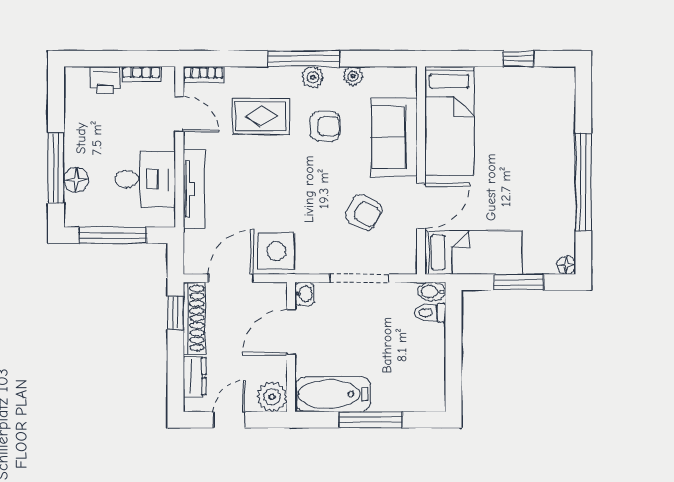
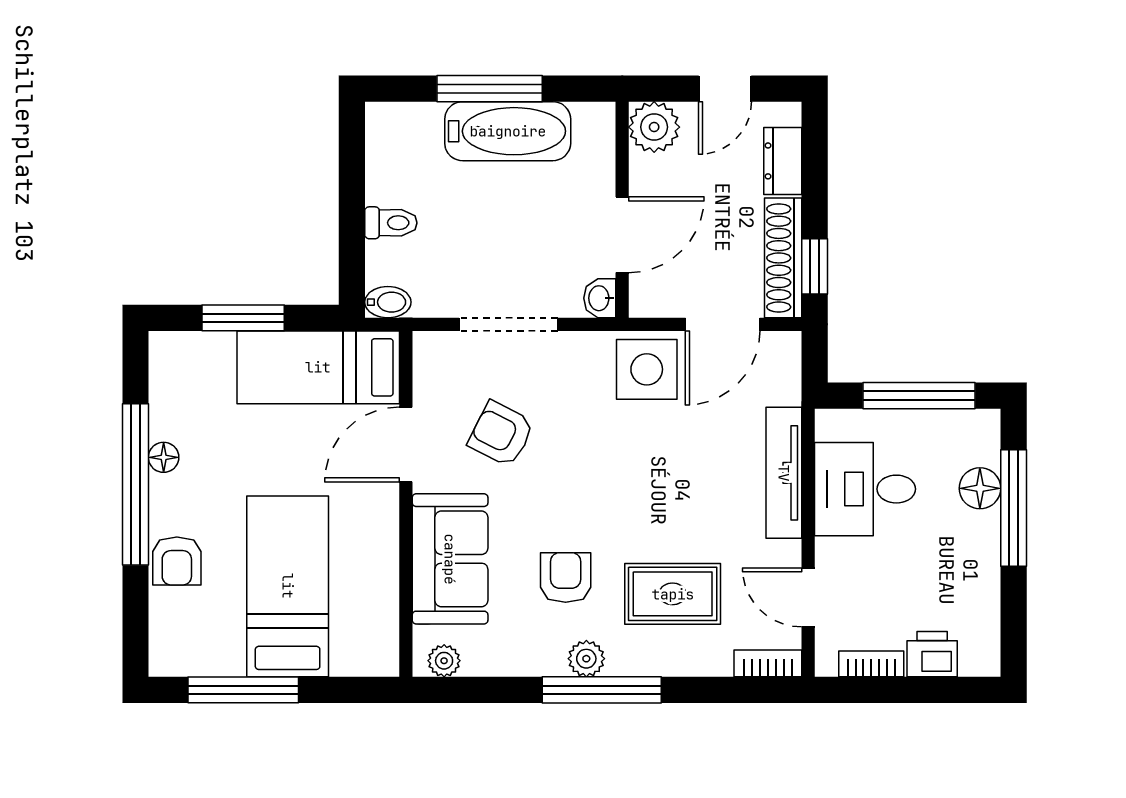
window: (519, 59) -> (243, 690), width x2.17
plant: (353, 76) -> (444, 661), moved
bed: (449, 121) -> (288, 586), moved
armchair: (325, 126) -> (566, 577), turned 90
armchair: (559, 136) -> (177, 561), added
floor lamp: (566, 265) -> (164, 457), moved
toilet: (430, 313) -> (391, 223), moved
bathtub: (333, 394) -> (508, 131), moved

